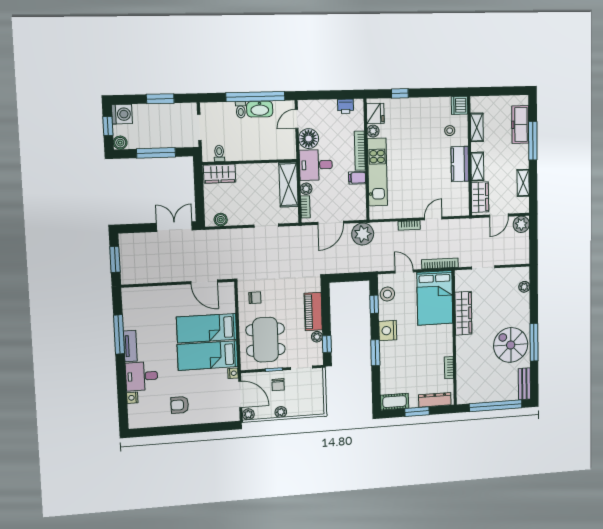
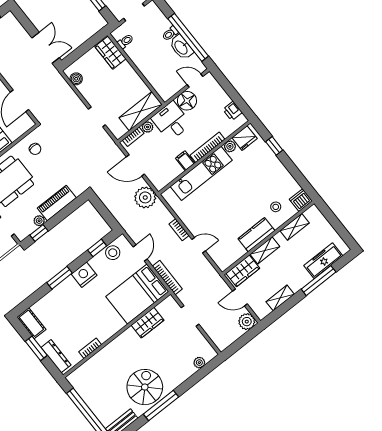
wardrobe: (463, 313) -> (148, 323), width x0.67

